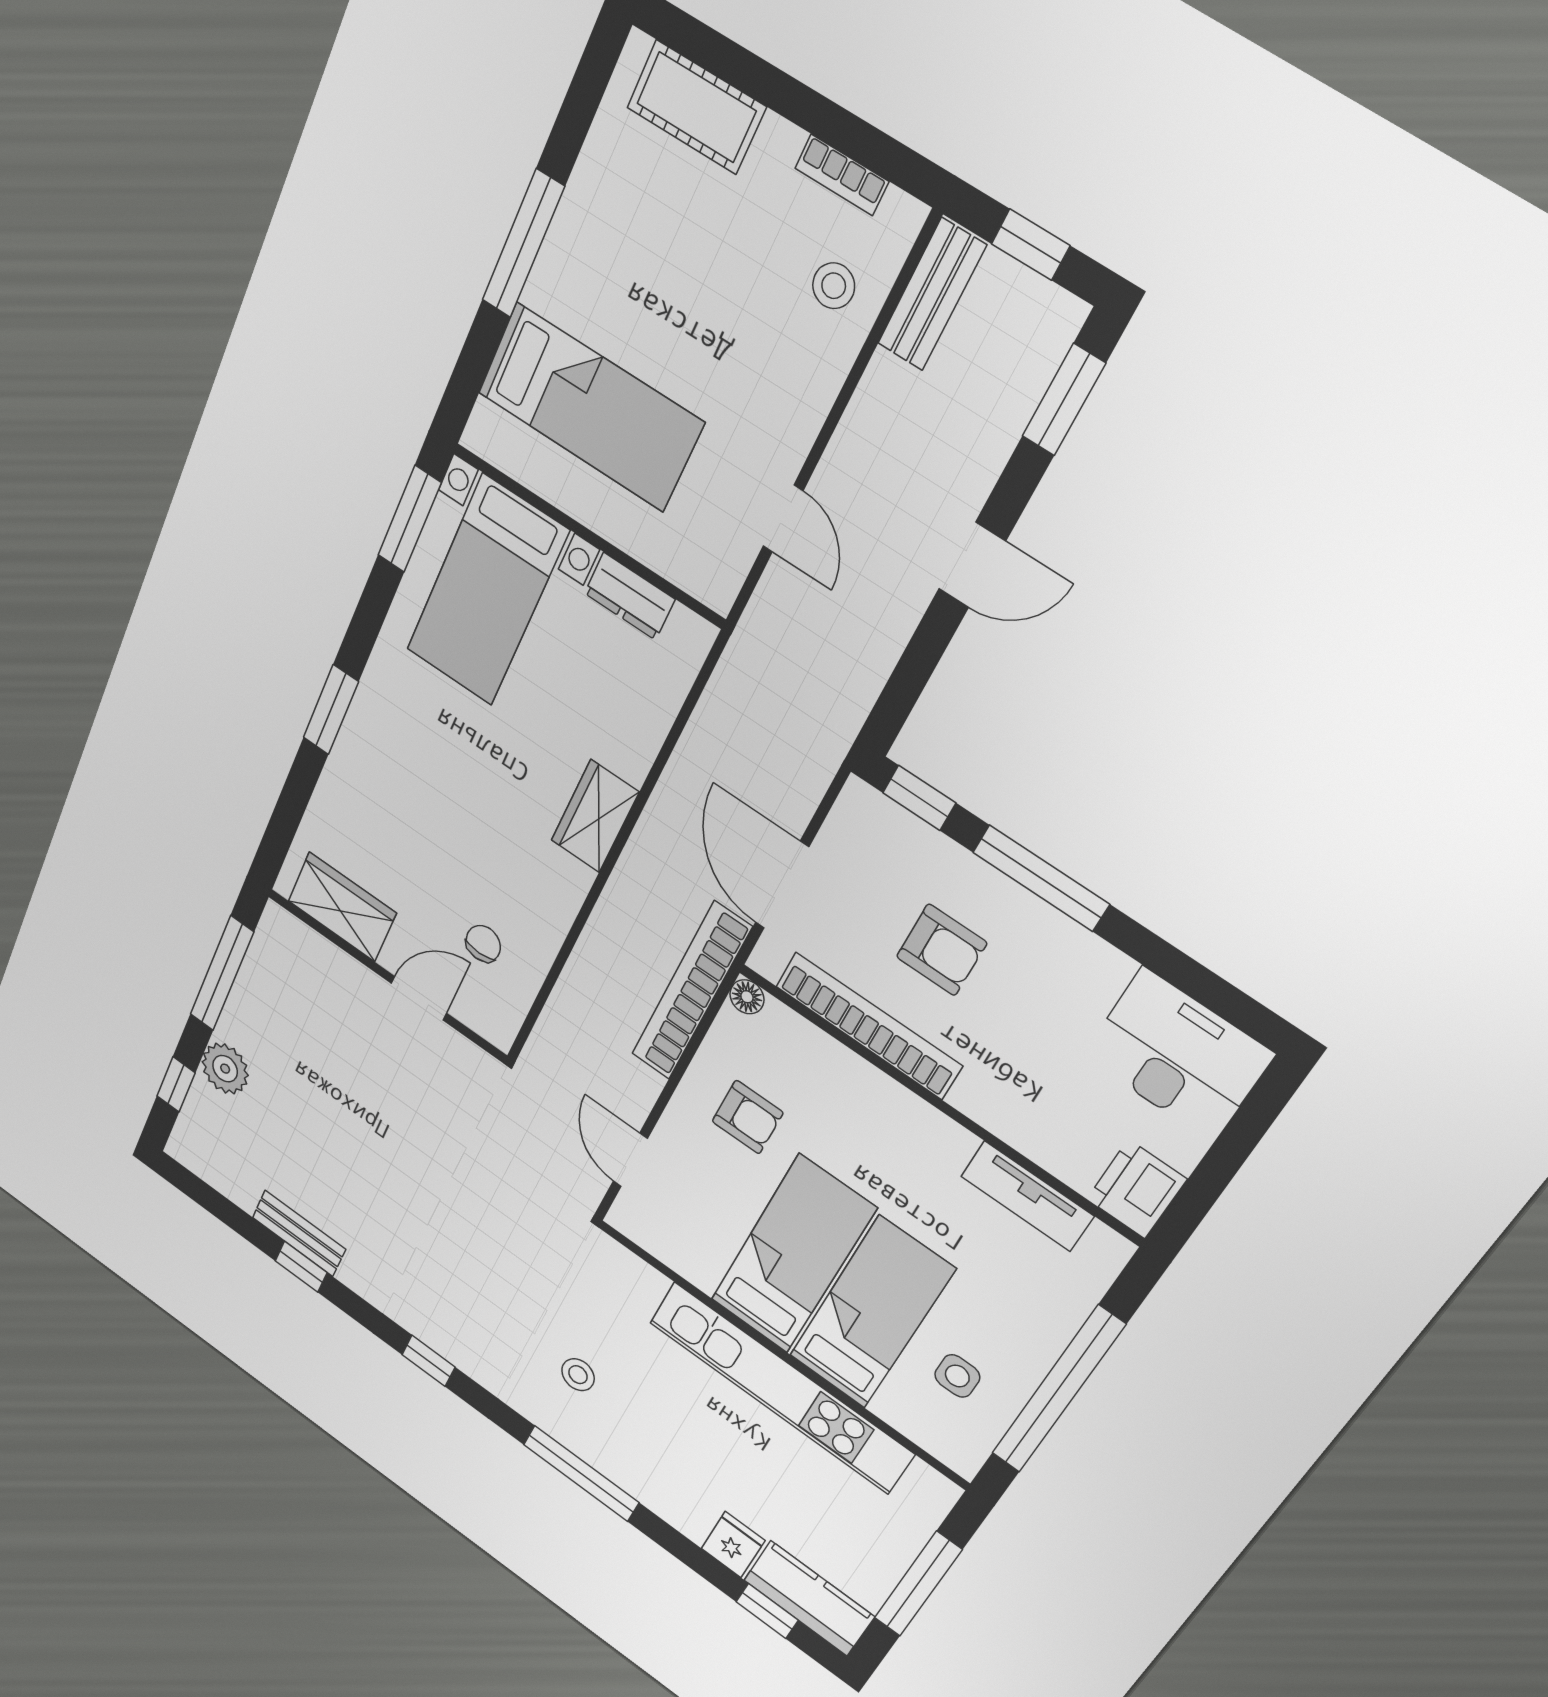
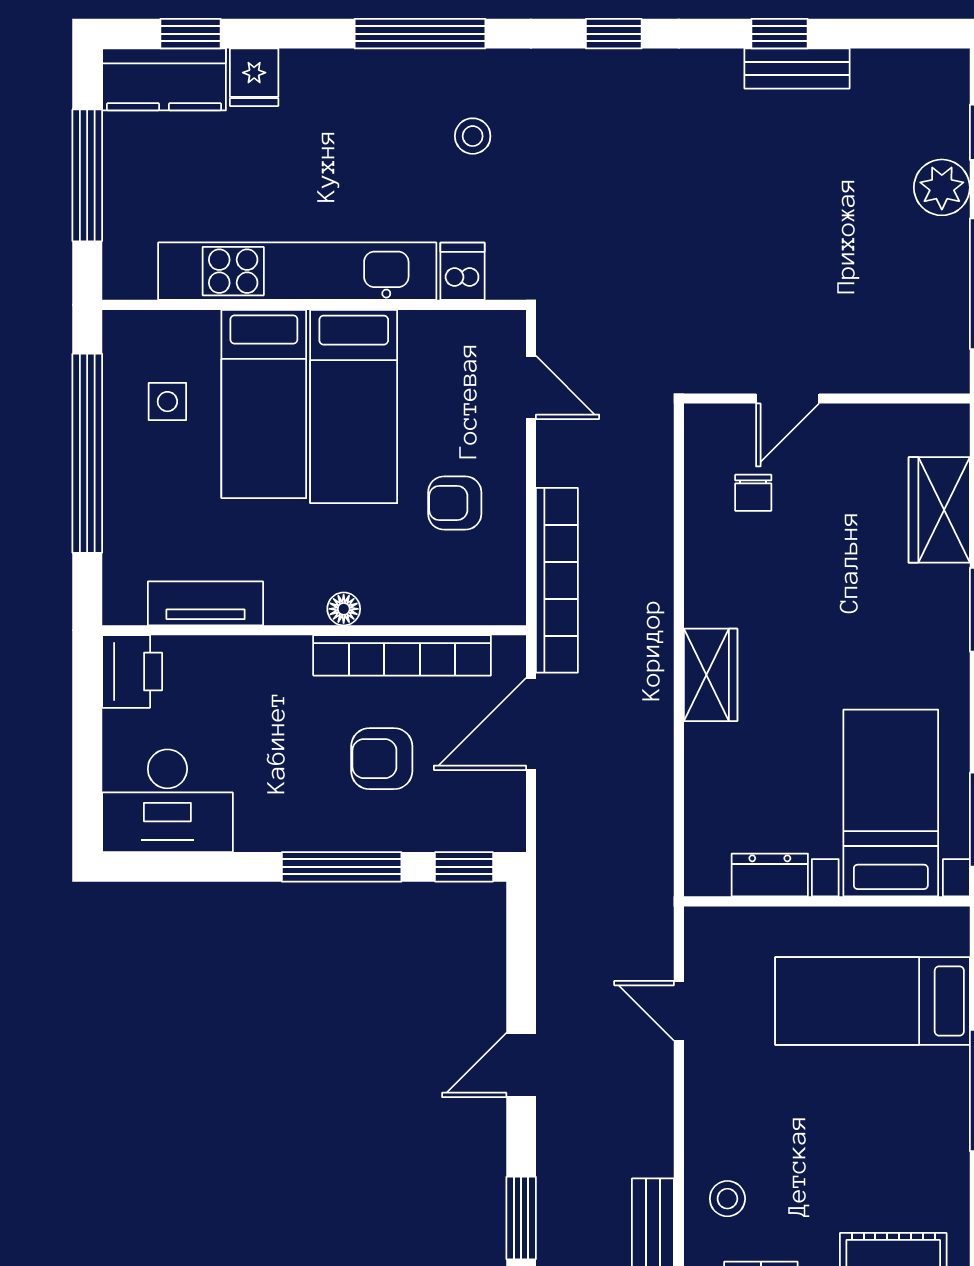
door: (782, 885) -> (531, 724), swing flipped
wardrobe: (342, 907) -> (939, 510), moved, turned 90
floor lamp: (747, 997) -> (344, 609), moved
dishwasher: (640, 1287) -> (463, 271), added

